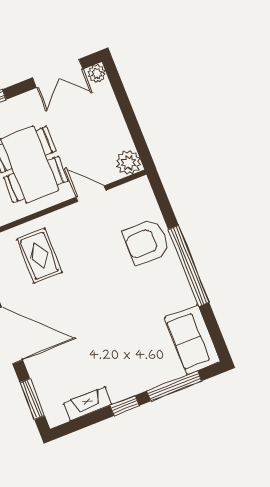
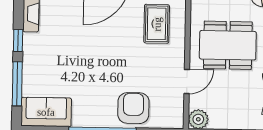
rug: (39, 256) -> (157, 24), turned 90

